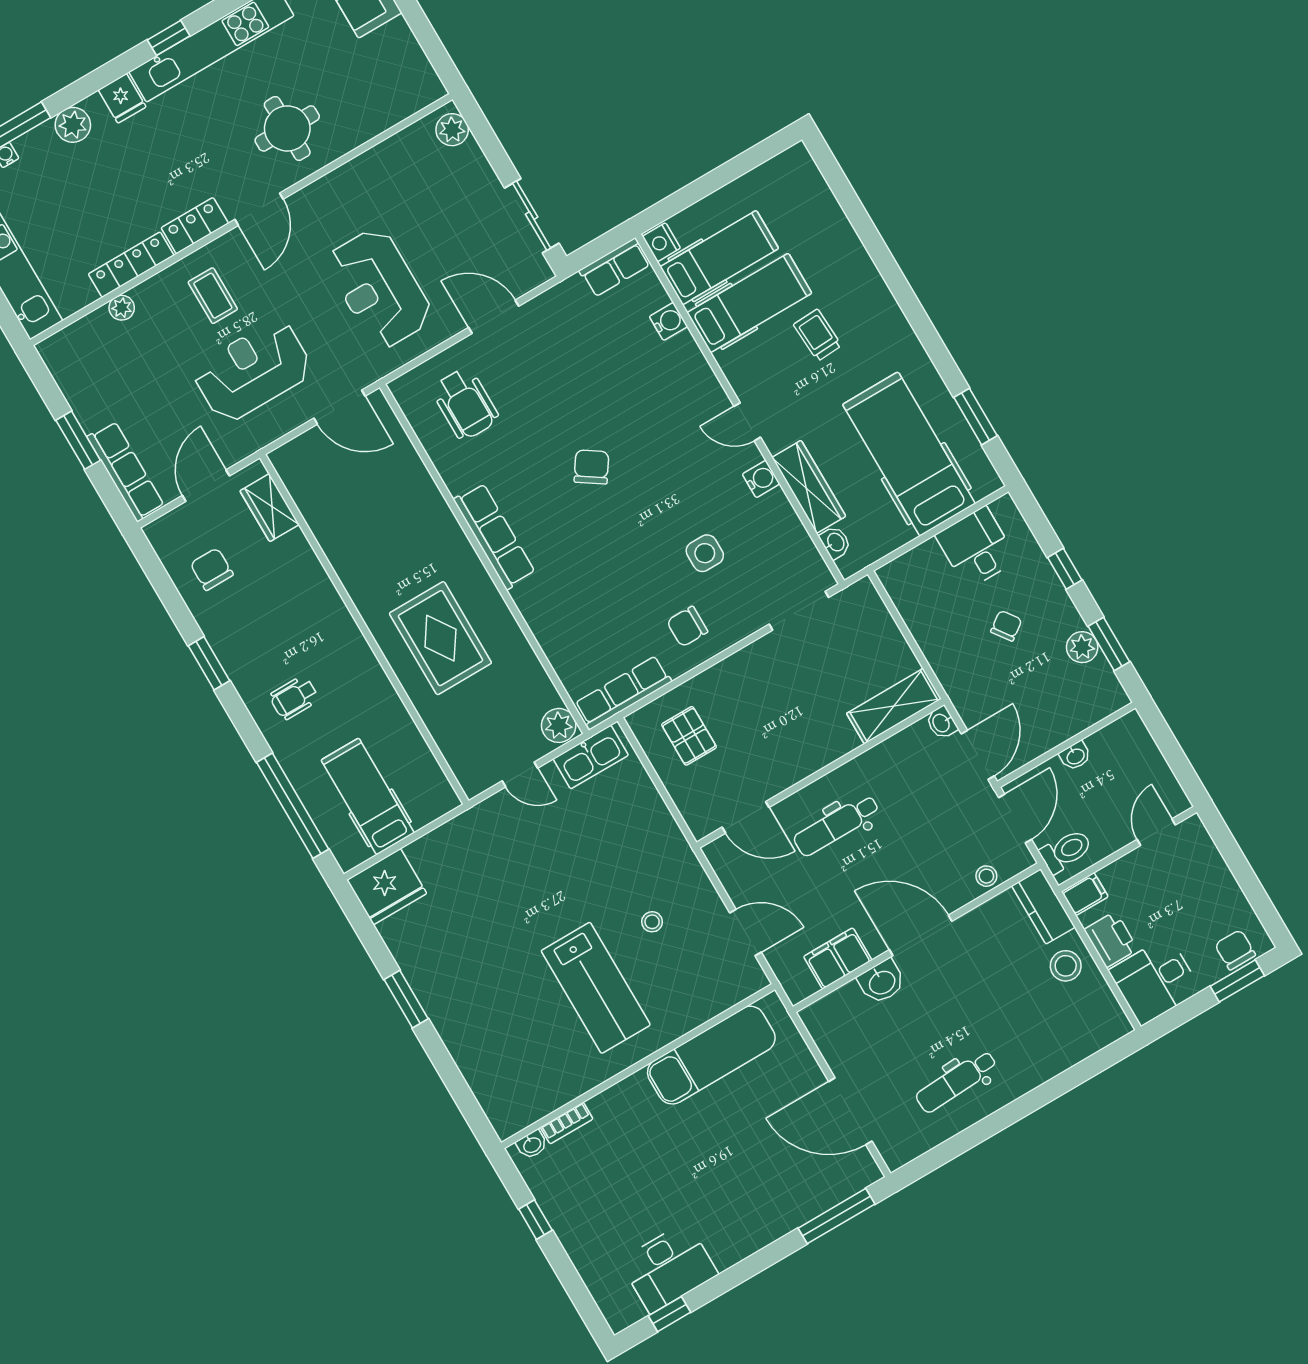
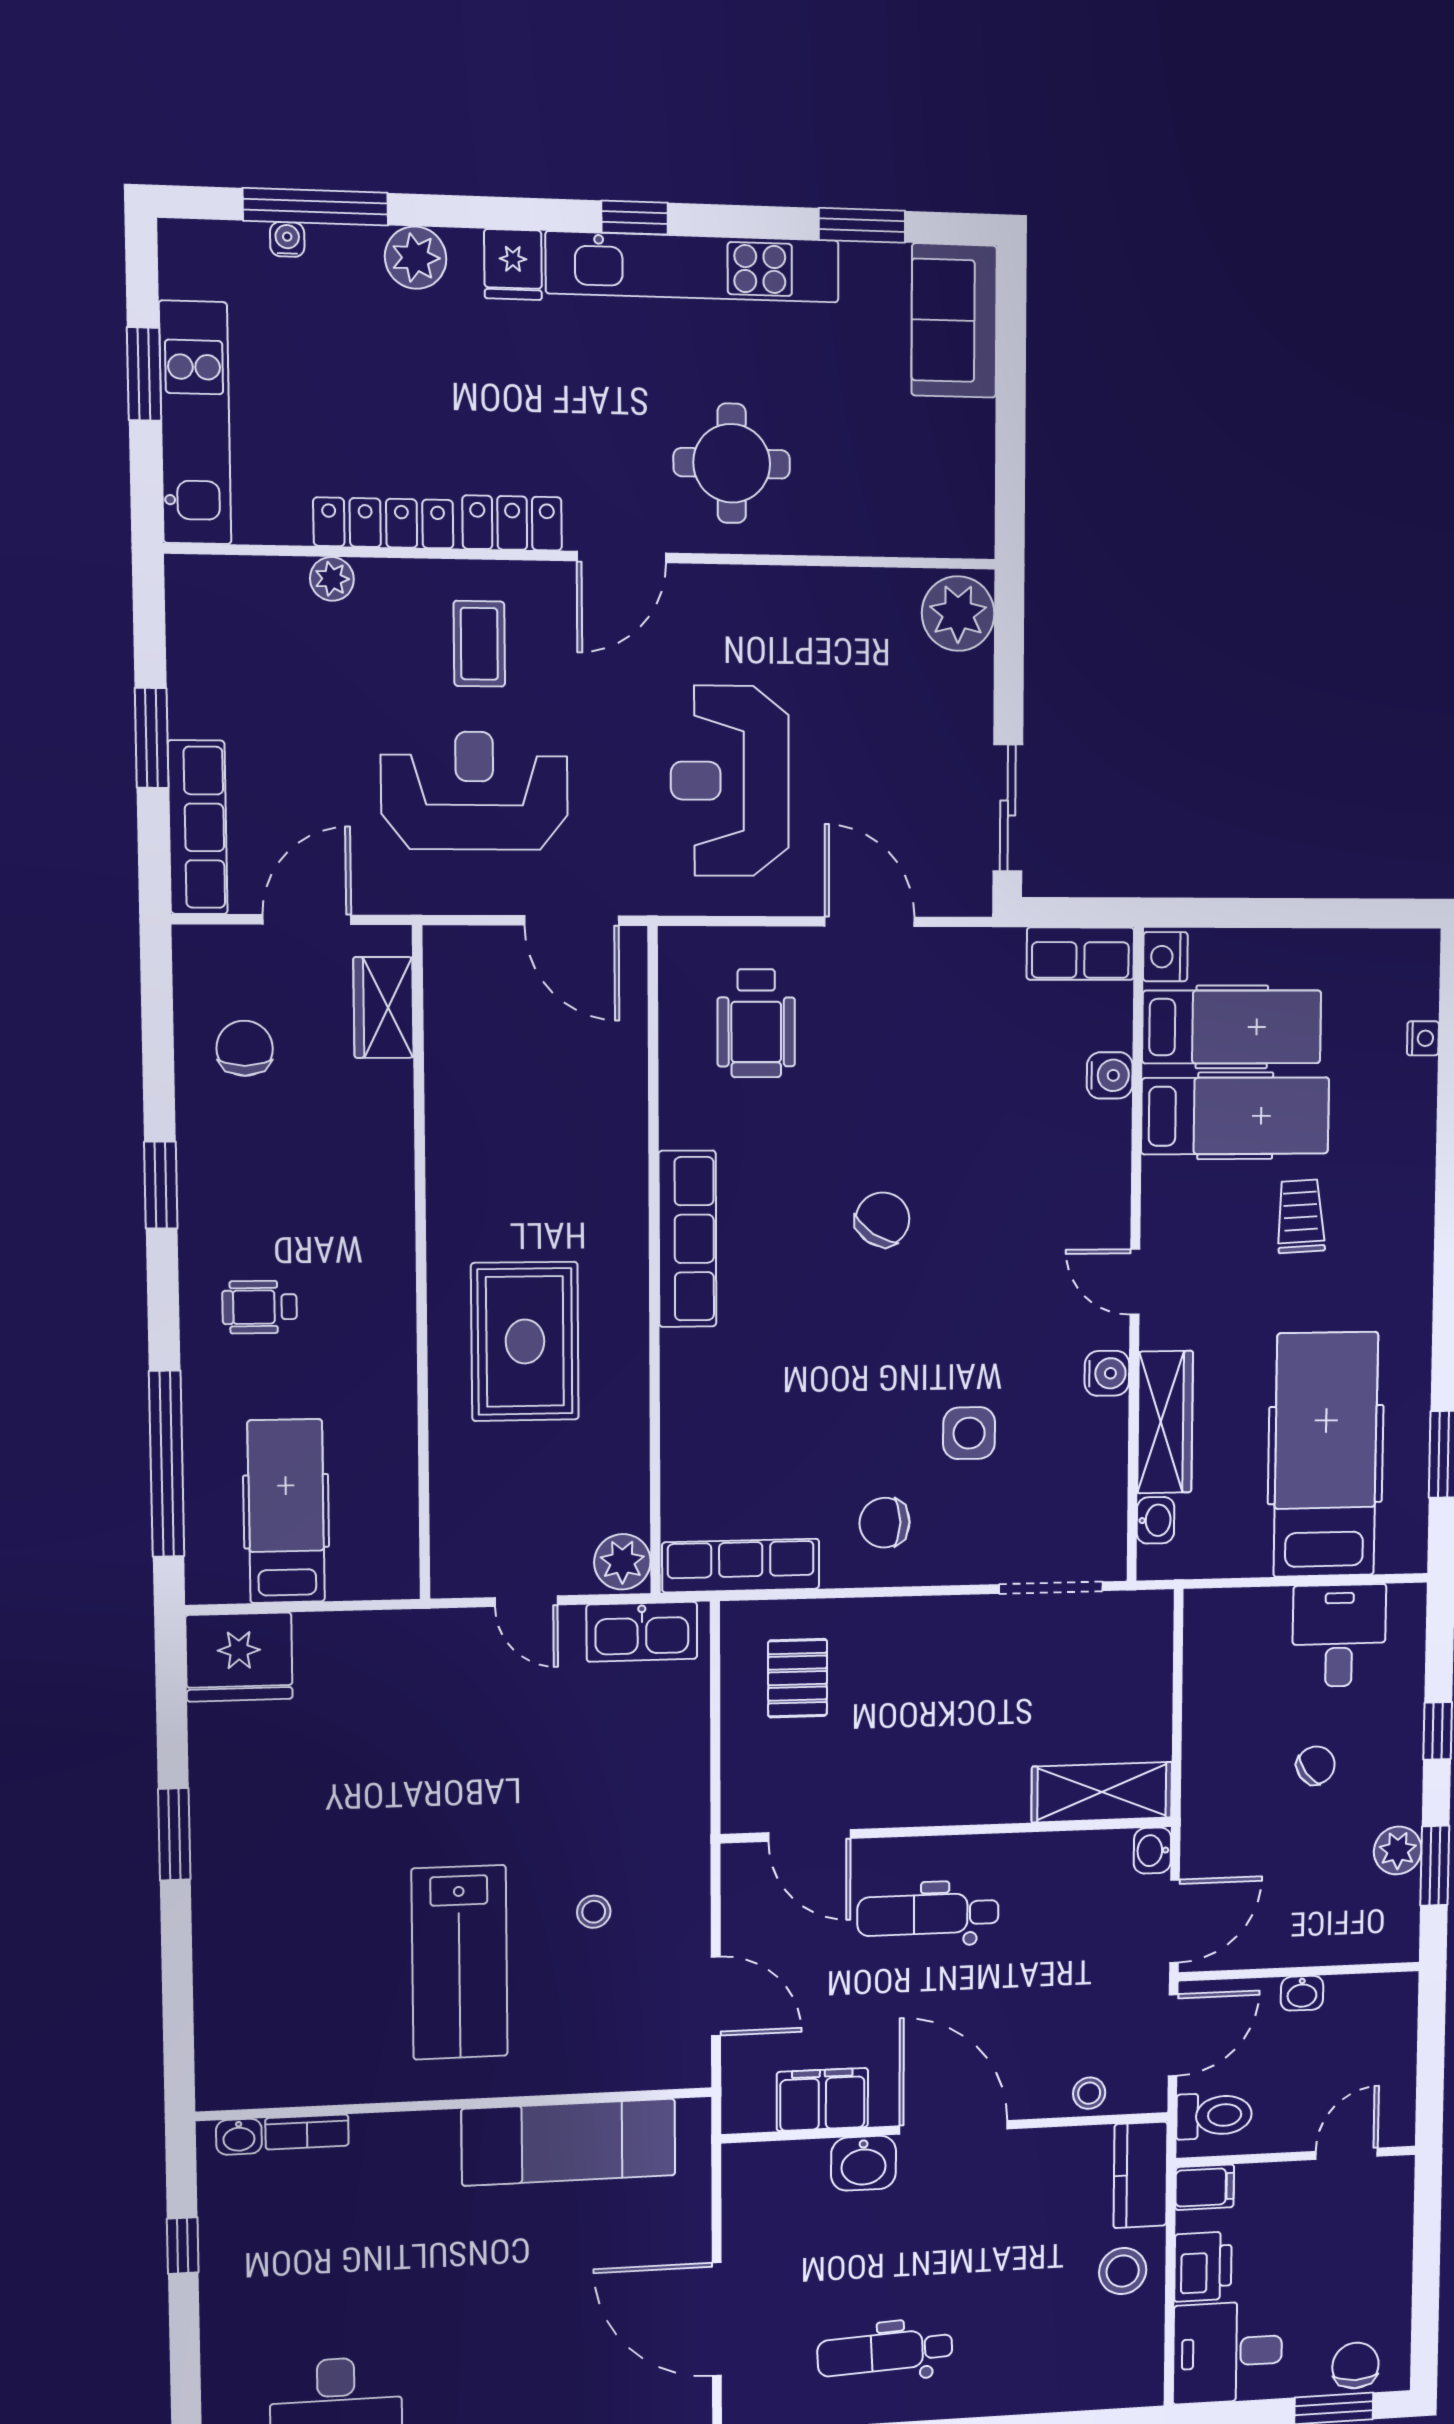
plant: (452, 130) -> (958, 614), width x1.36, depth x1.36
nightstand: (828, 202) -> (1423, 1038), added

